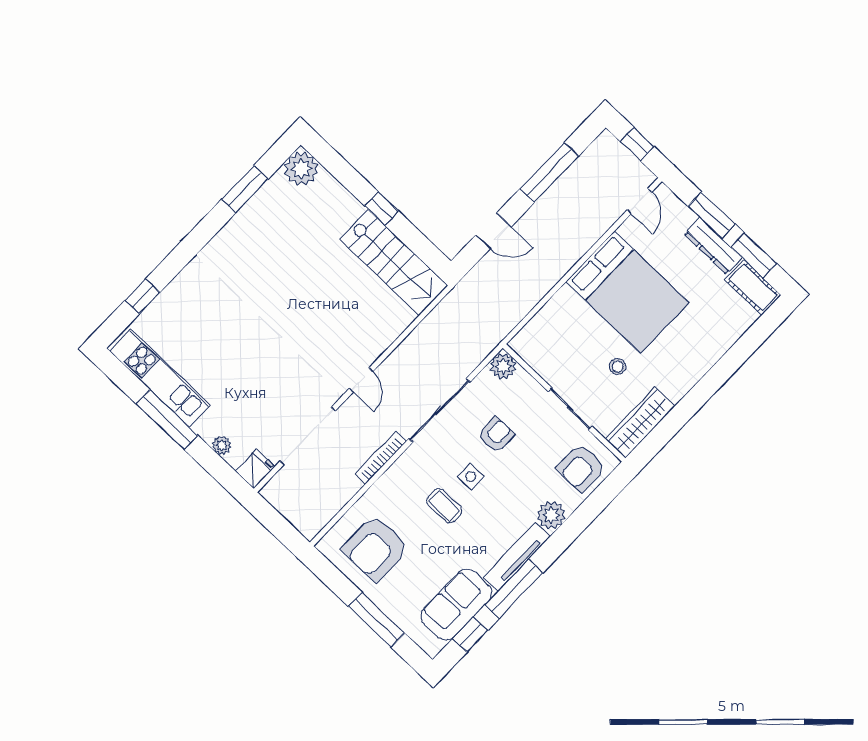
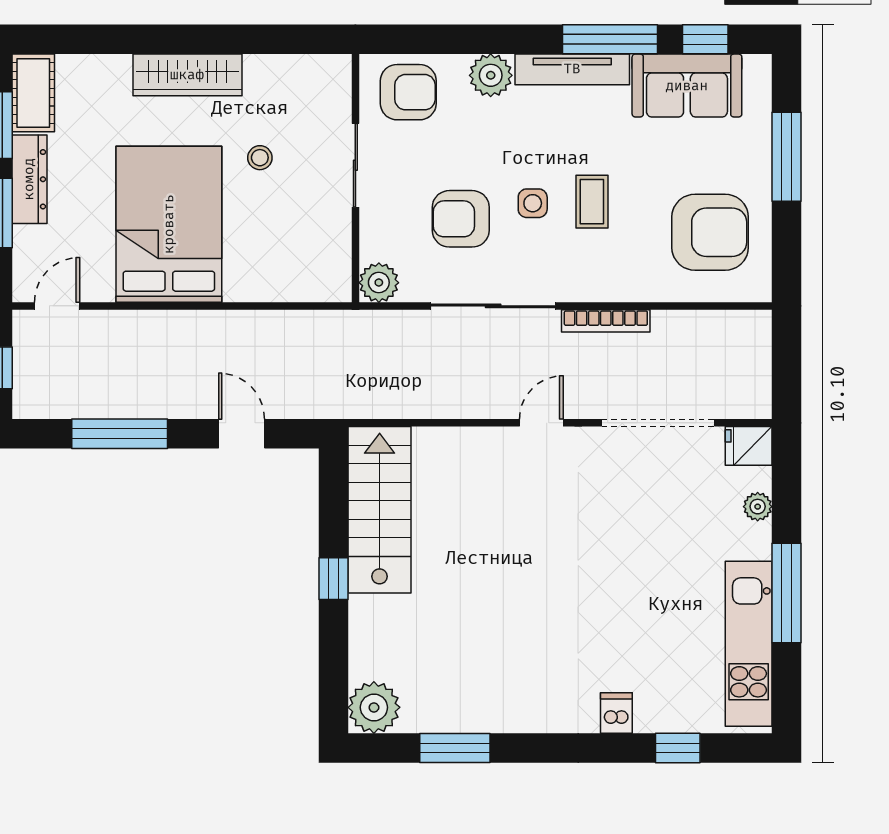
dishwasher: (187, 283) -> (616, 713), added
wardrobe: (640, 422) -> (187, 75), moved
armchair: (496, 435) -> (461, 219), width x1.38, depth x1.38

